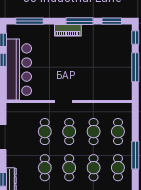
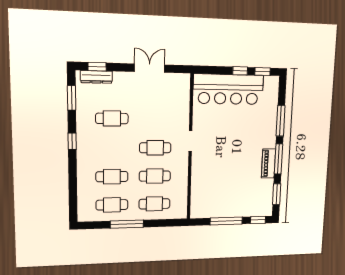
window: (29, 21) -> (281, 121), moved
piano: (68, 30) -> (268, 163), moved
cafe table: (45, 132) -> (156, 119), removed
cafe table: (69, 168) -> (112, 148), removed

